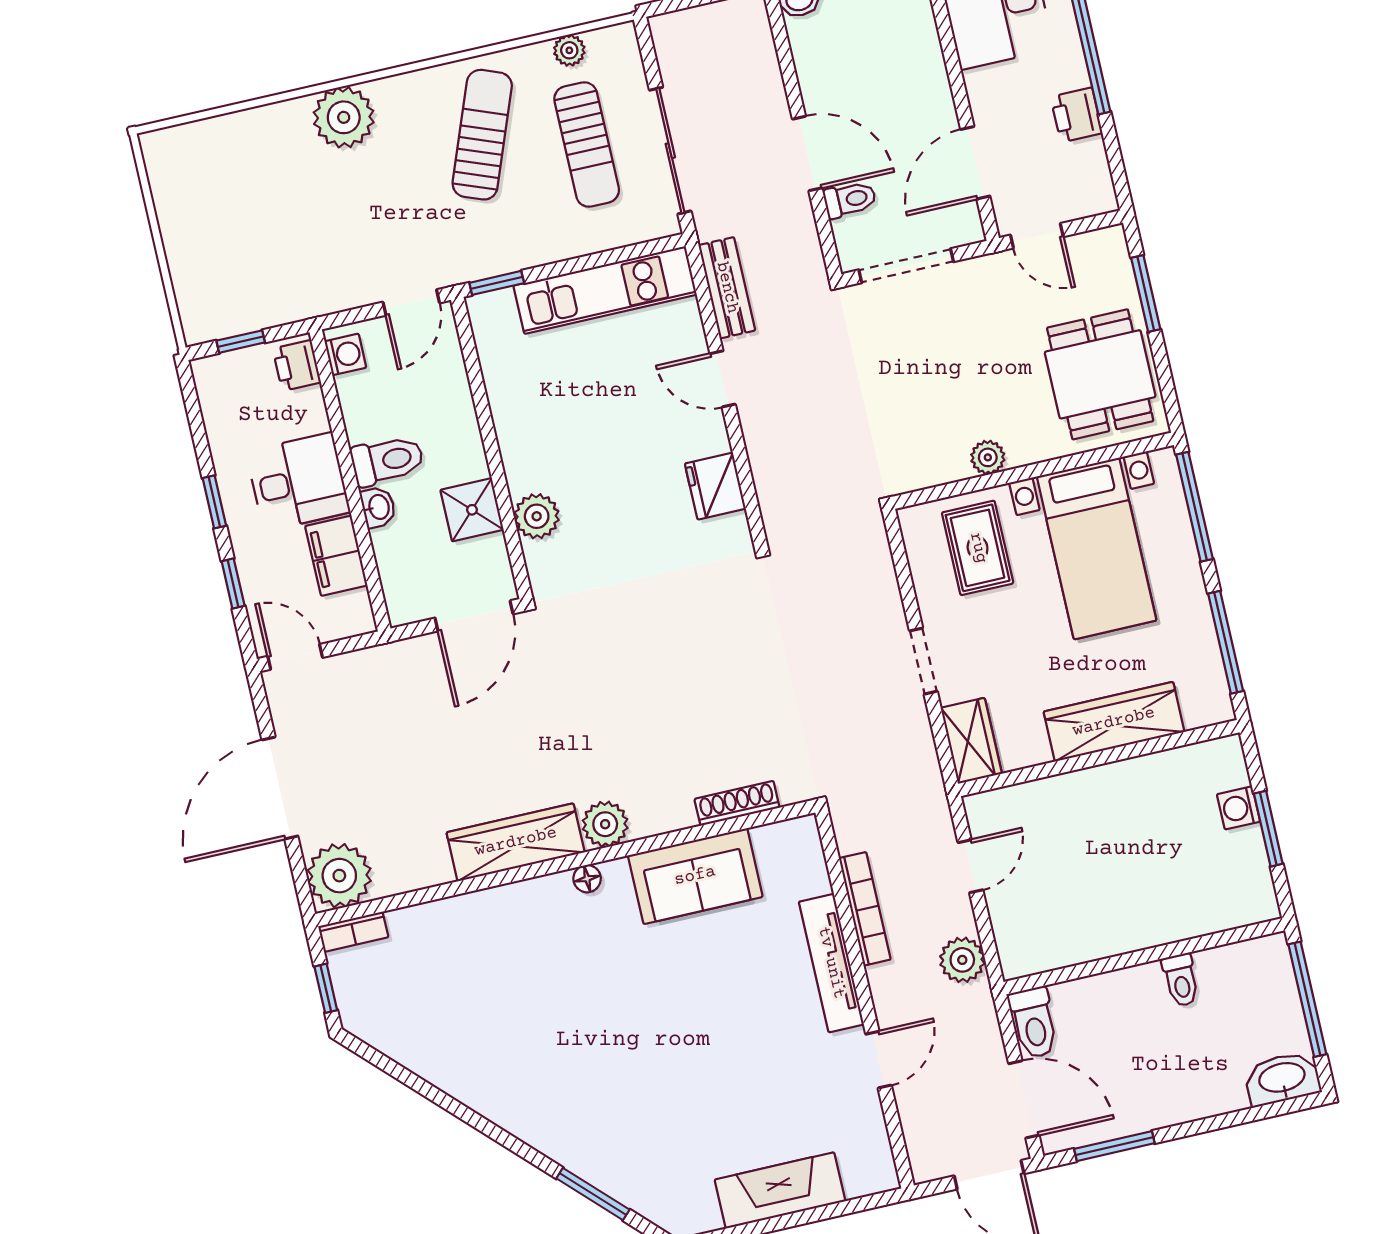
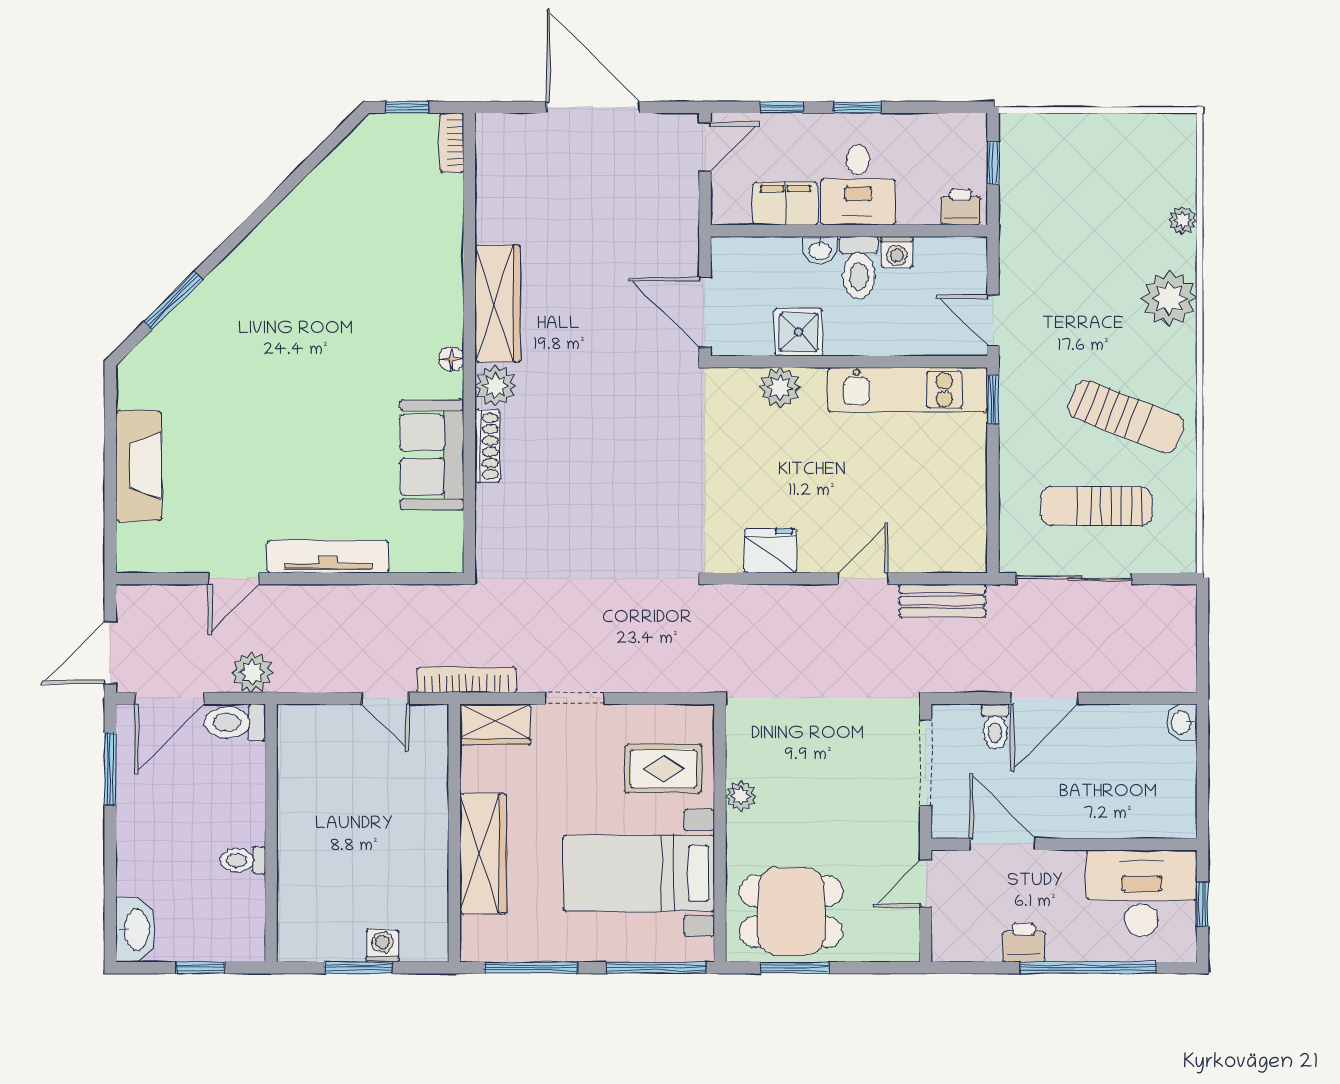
plant: (569, 50) -> (1183, 220), moved
kitchen unit: (605, 290) -> (908, 390), moved, turned -90
window: (1146, 294) -> (795, 968), moved
washing machine: (345, 354) -> (897, 252), moved
shoe rack: (737, 803) -> (487, 446), moved
plant: (339, 876) -> (504, 142), removed
bookcase: (865, 909) -> (467, 680), moved, turned 180
plant: (962, 960) -> (252, 672), moved
window: (1307, 999) -> (200, 968), width x0.46
door: (878, 1060) -> (234, 579), hinge flipped

